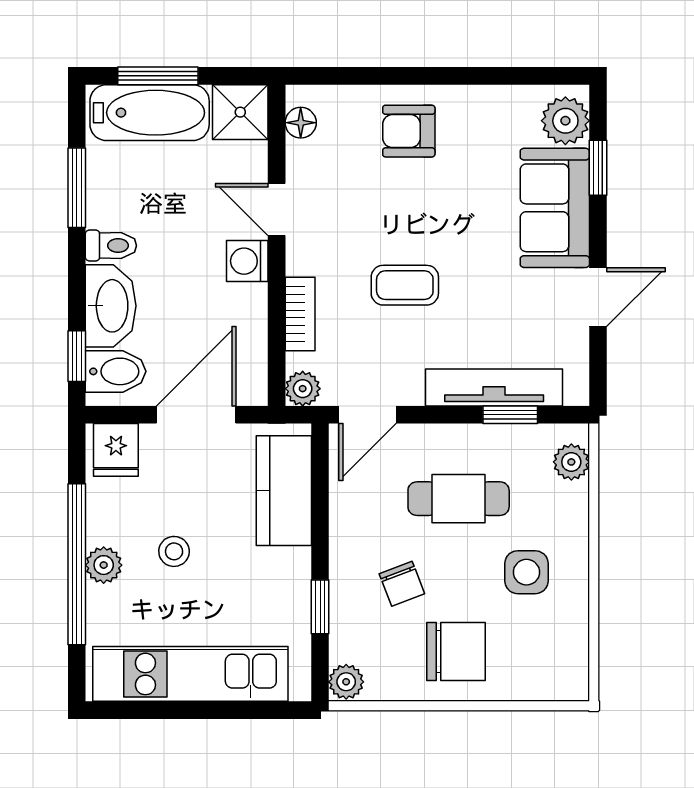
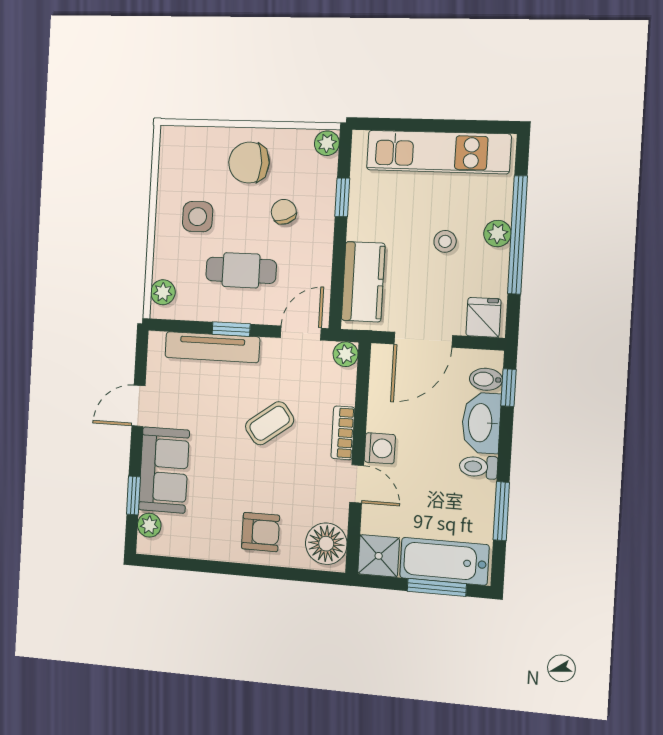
plant: (565, 121) -> (149, 525), width x0.73, depth x0.73
floor lamp: (301, 123) -> (326, 544), width x1.89, depth x1.89
coffee table: (405, 285) -> (270, 423), turned -37
bookcase: (300, 314) -> (343, 433), moved
bidet: (116, 371) -> (486, 379), width x0.72, depth x0.74
window: (510, 415) -> (231, 329), moved

